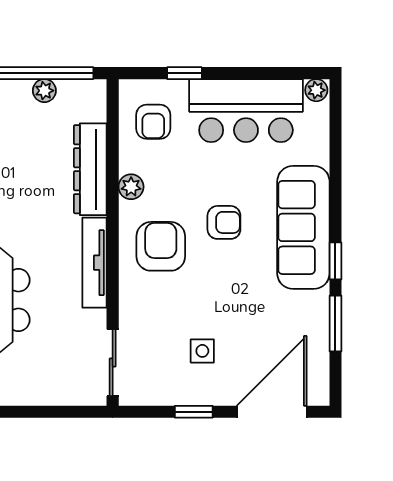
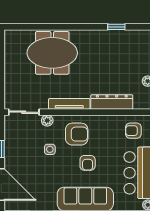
plant: (131, 187) -> (47, 121), moved
side table: (202, 351) -> (50, 149), moved

